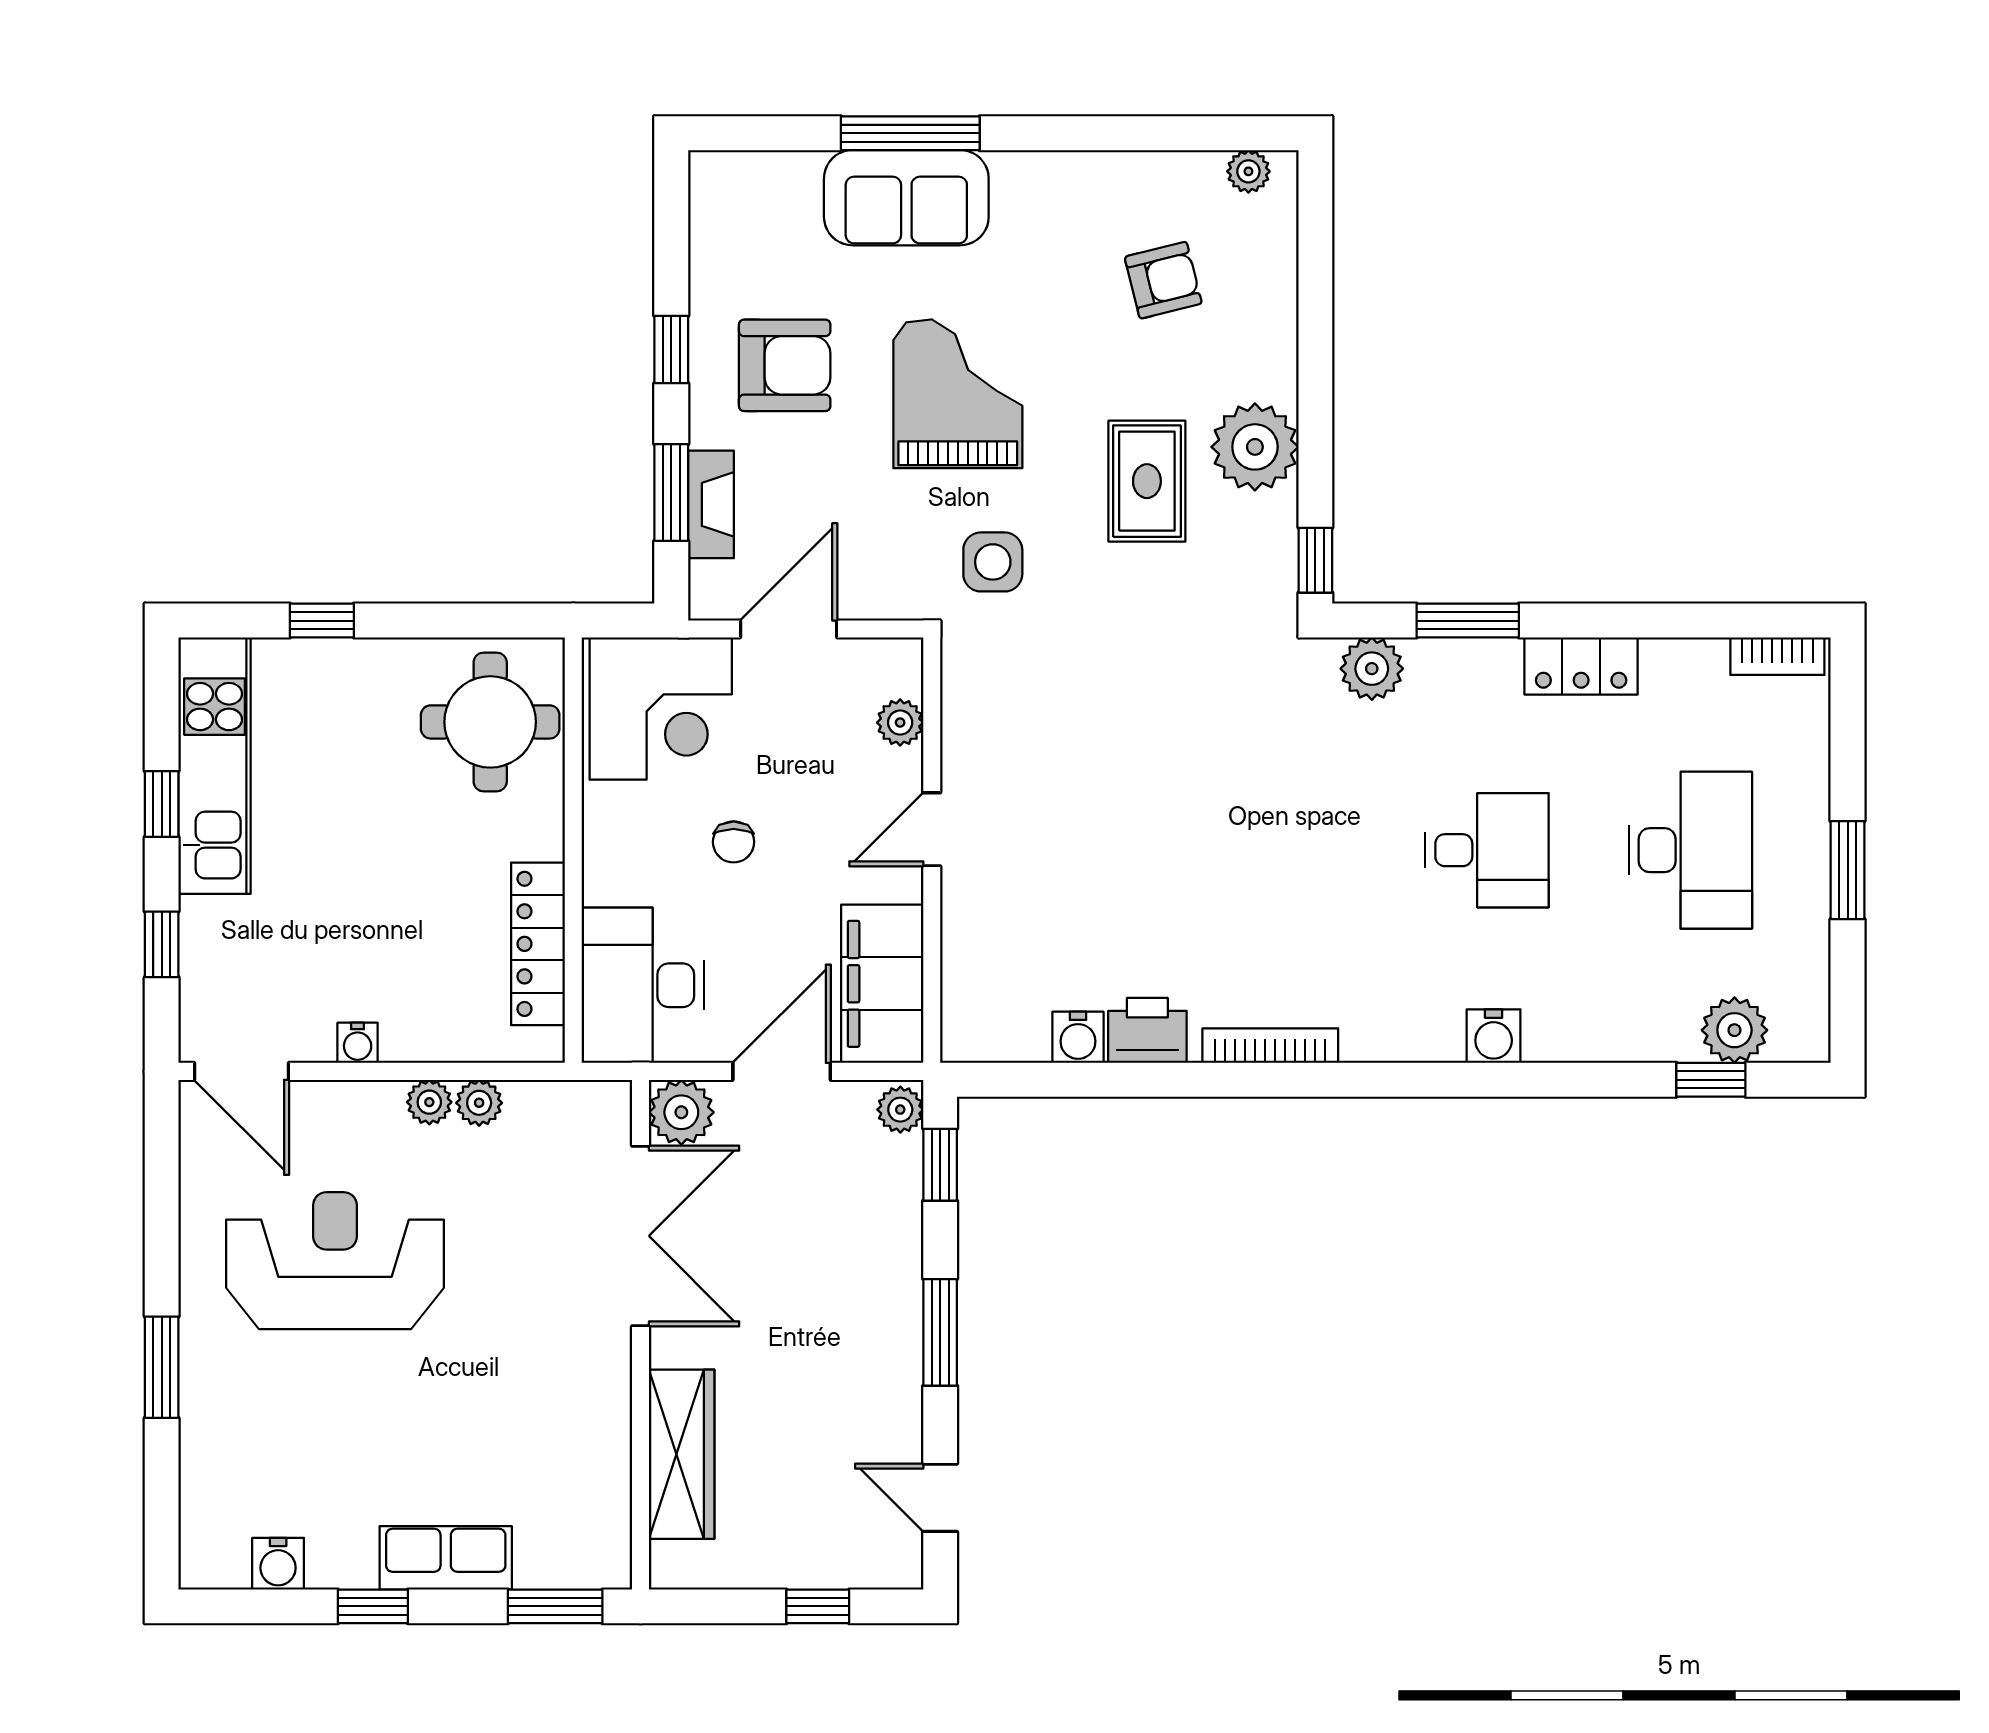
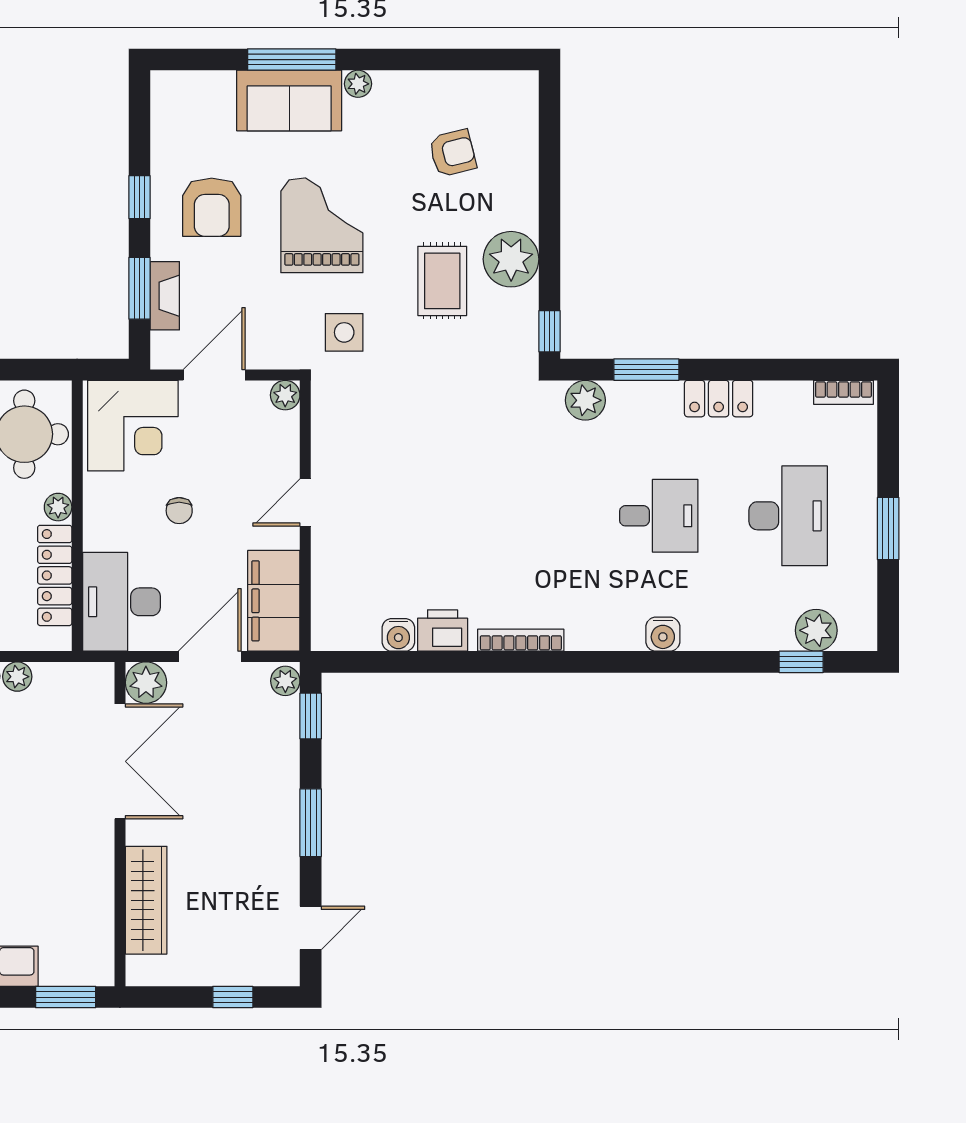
plant: (1248, 171) -> (358, 84), moved
armchair: (785, 365) -> (212, 207), turned 90
plant: (900, 723) -> (285, 395), moved
plant: (543, 836) -> (58, 507), added
door: (940, 1498) -> (311, 928), swing flipped

